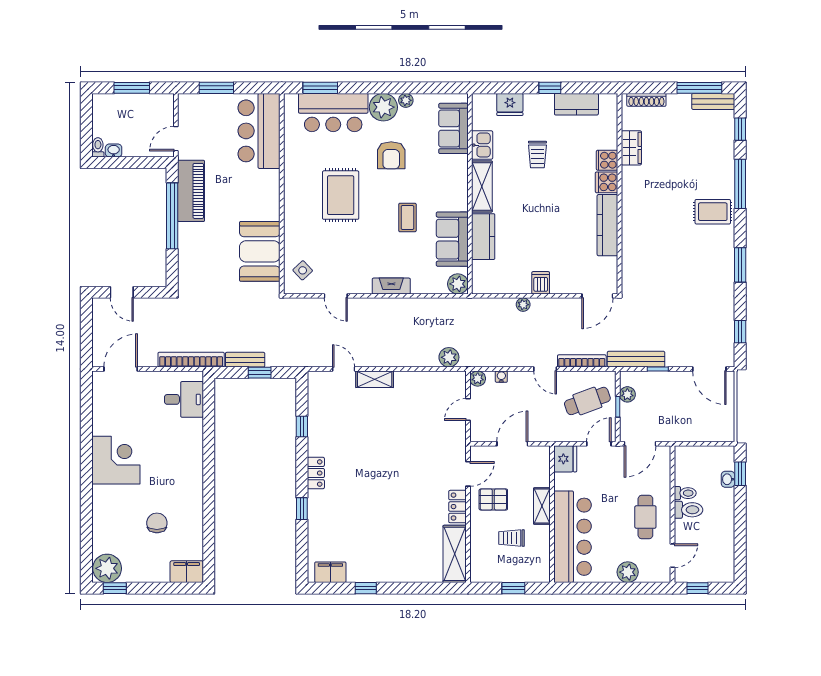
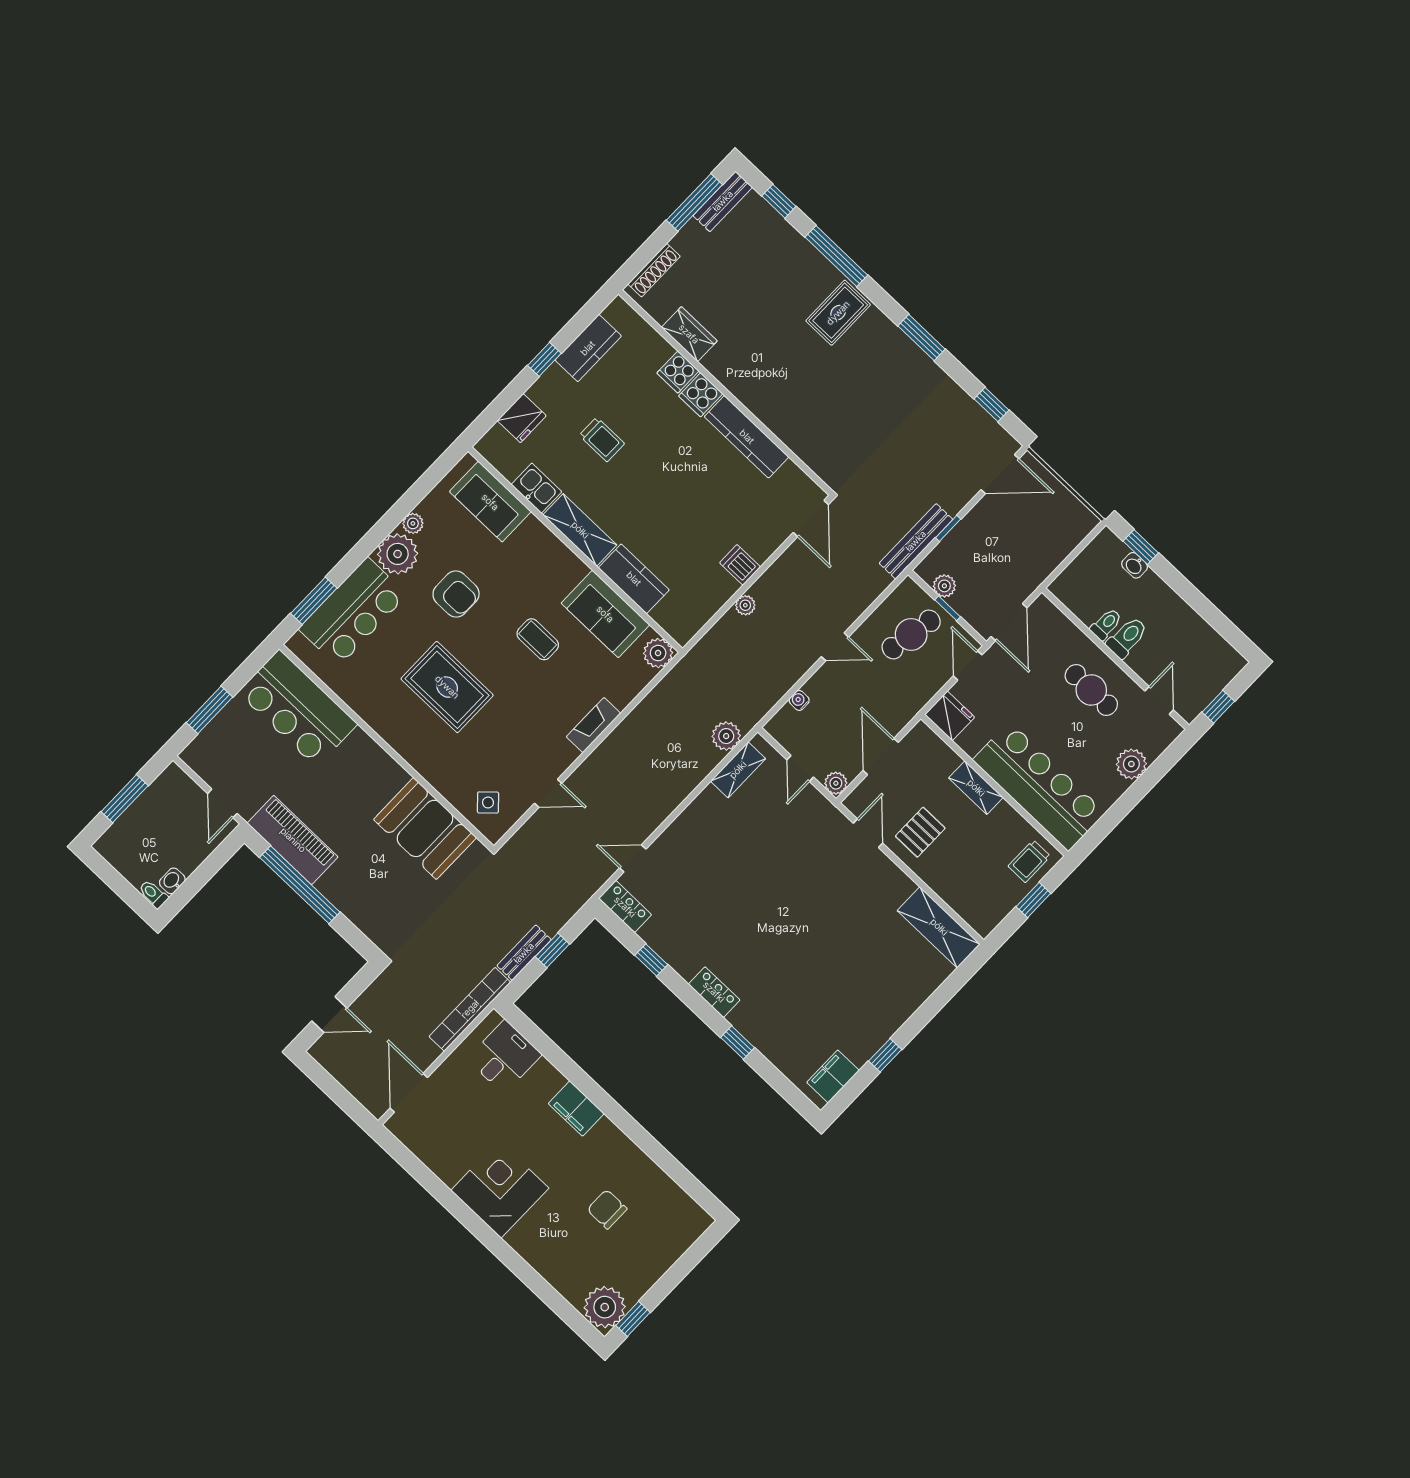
bookcase: (582, 361) -> (863, 600), removed
shelving: (375, 379) -> (738, 770), moved
plant: (478, 379) -> (836, 783), moved
cafe table: (587, 401) -> (911, 634), turned 30
locker: (458, 507) -> (625, 907), moved, turned 180
trolley: (512, 538) -> (1029, 861), moved
filing cabinet: (187, 572) -> (576, 1108), moved, turned -90

